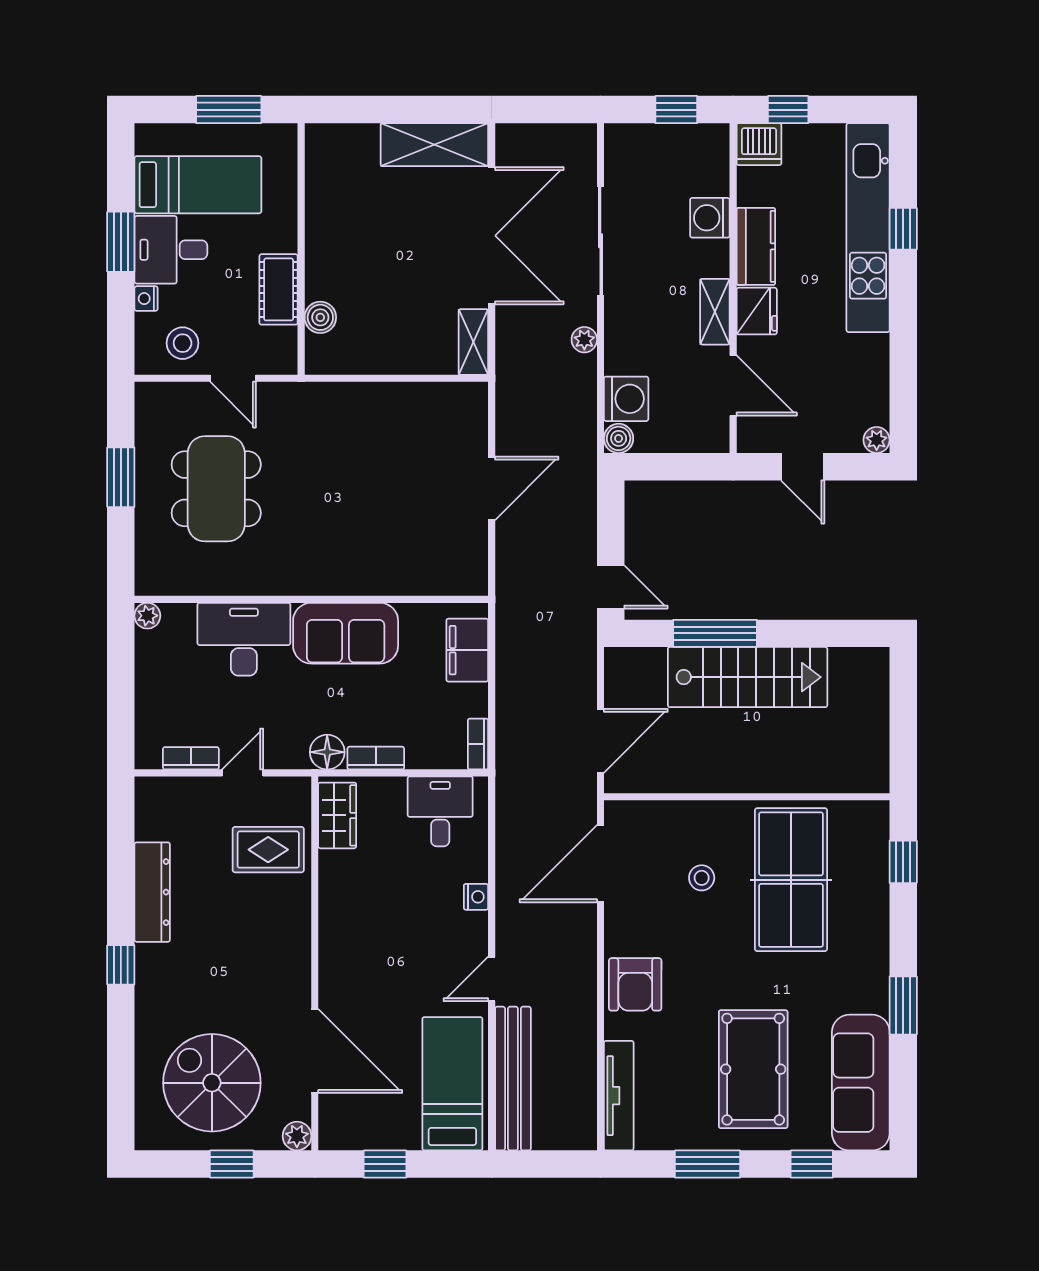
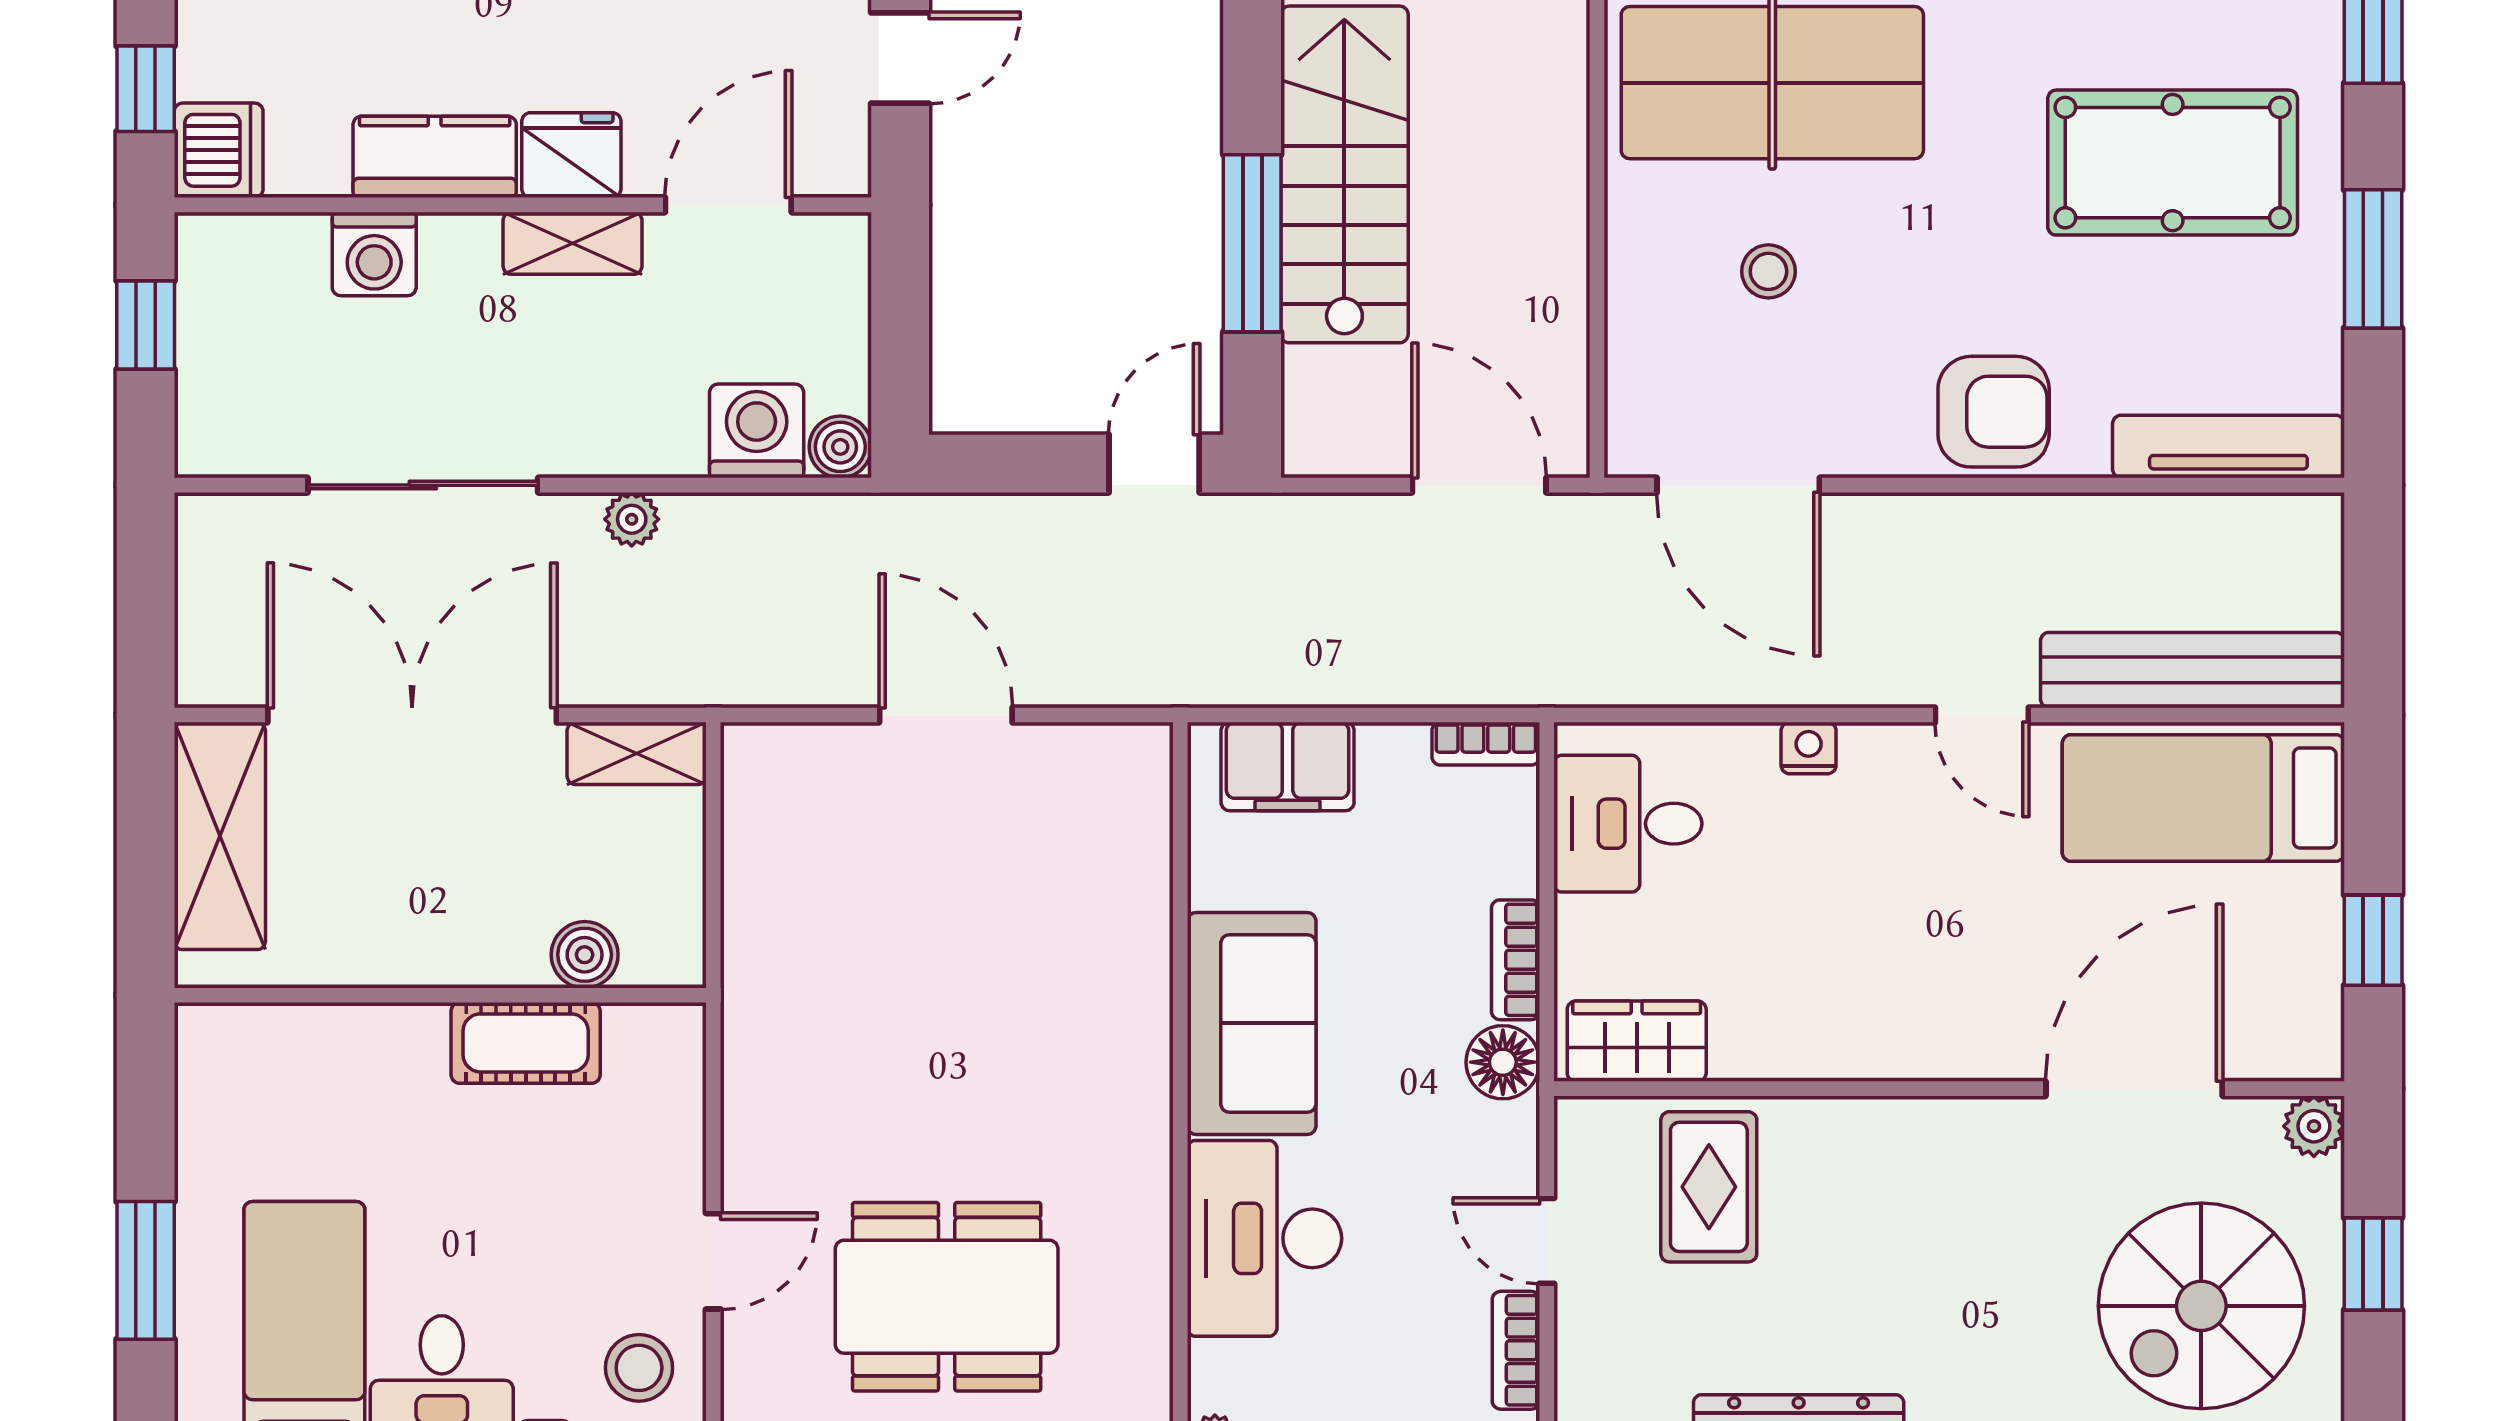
wall: (301, 249) -> (440, 995), moved
cot: (279, 289) -> (526, 1043), moved
boiler: (320, 317) -> (585, 955), moved

